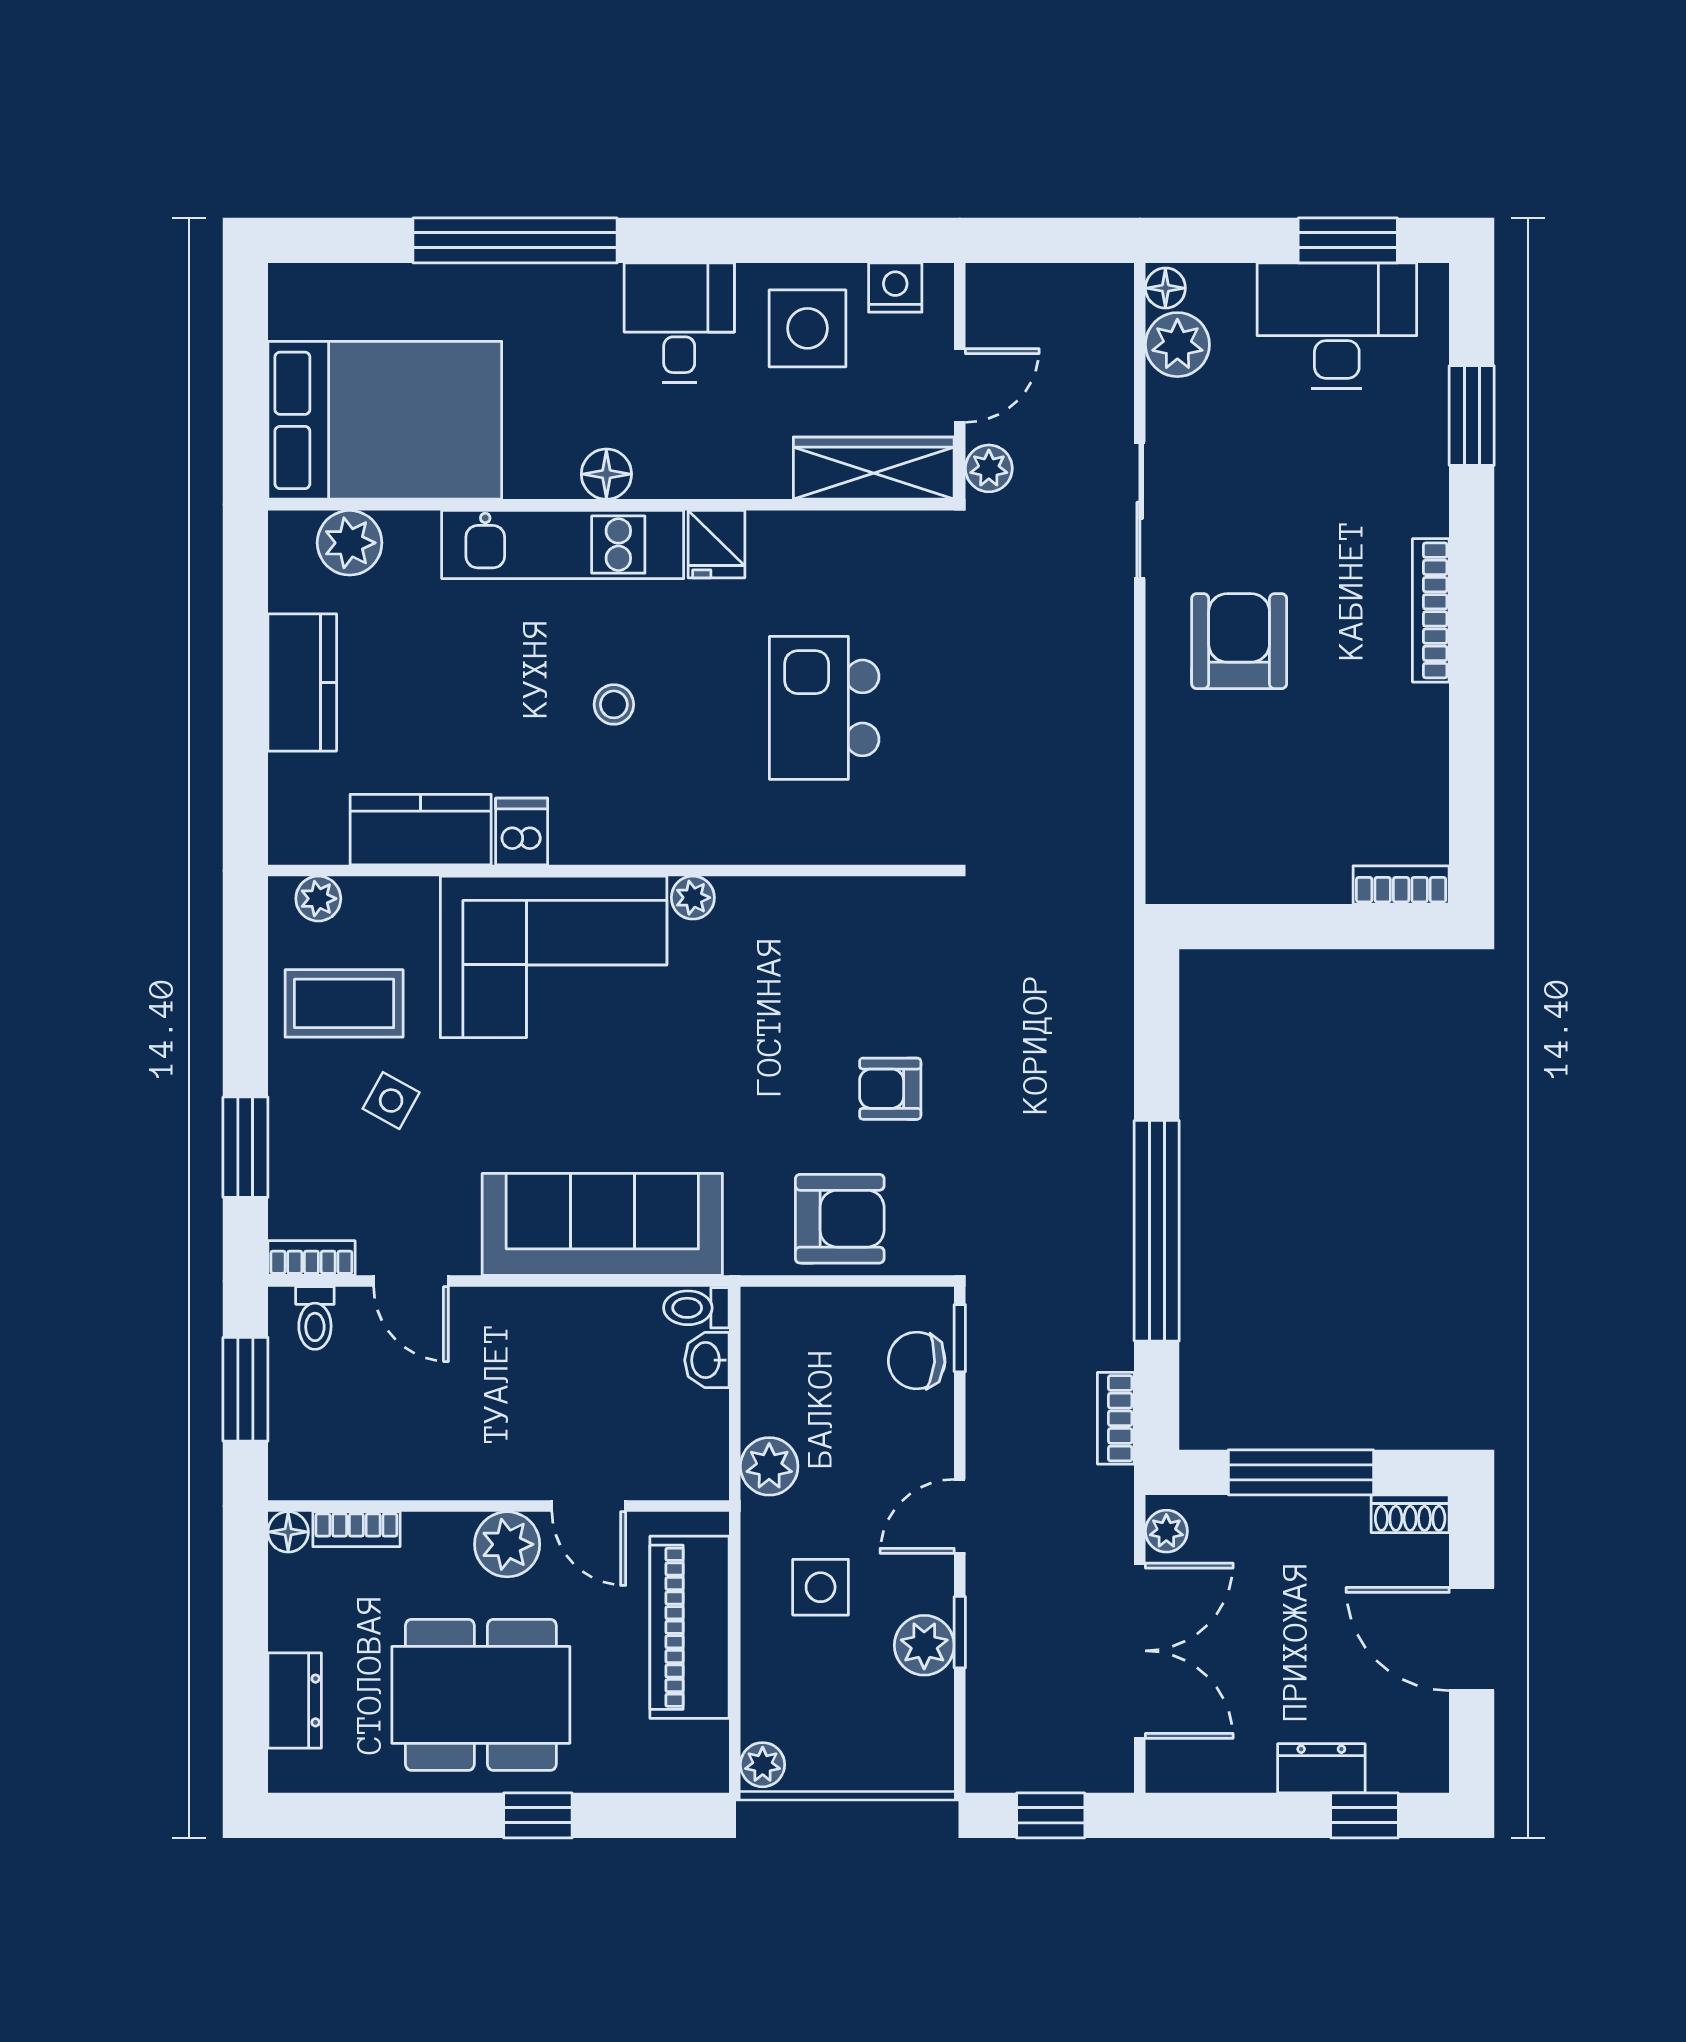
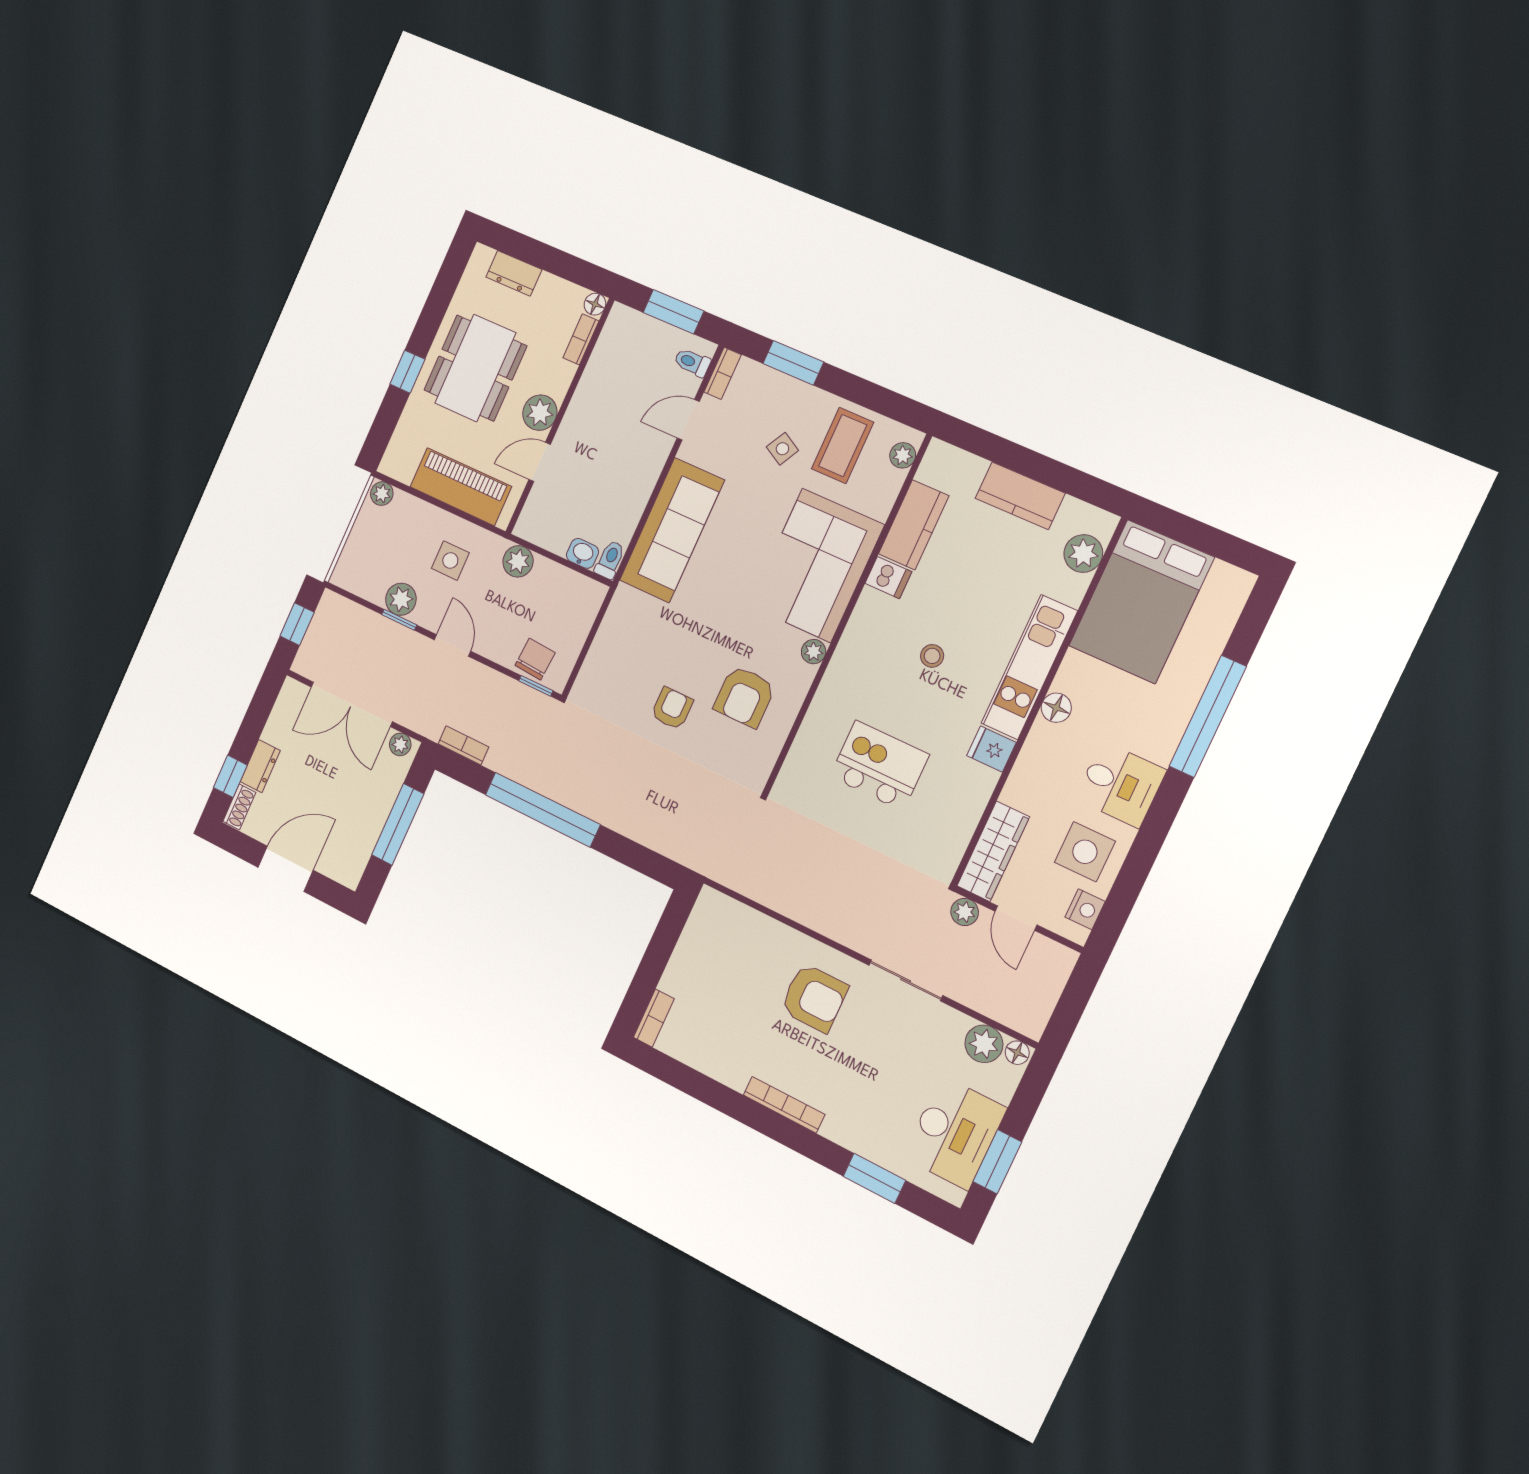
armchair: (840, 1219) -> (744, 697), moved
shoe rack: (1410, 1514) -> (239, 807), moved, turned 180

